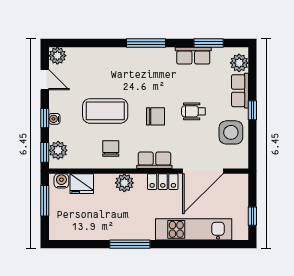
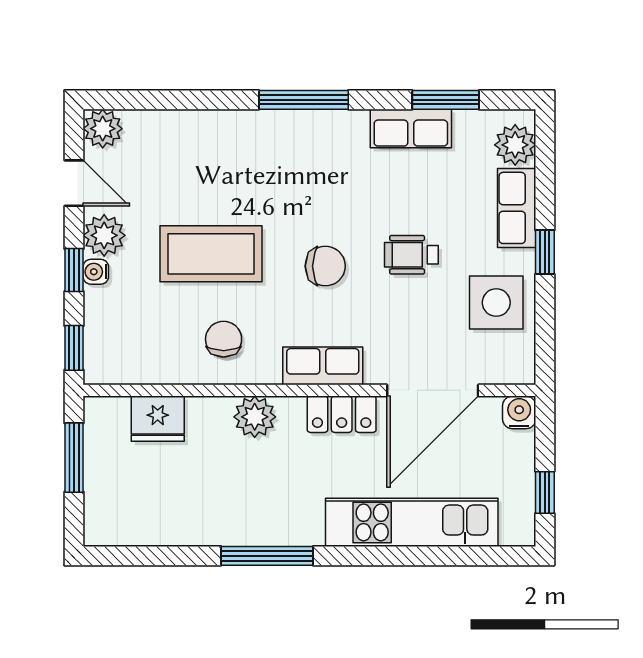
plant: (58, 150) -> (104, 235), moved
water cooler: (61, 181) -> (519, 412), moved

